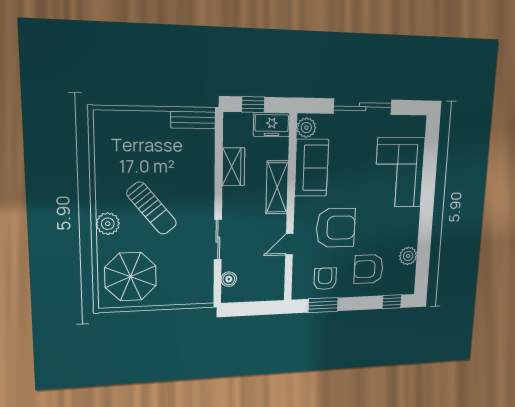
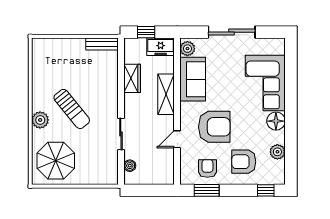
floor lamp: (409, 219) -> (276, 121), added

